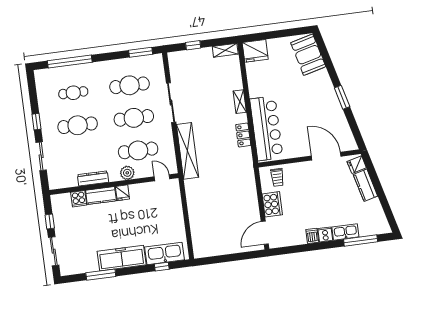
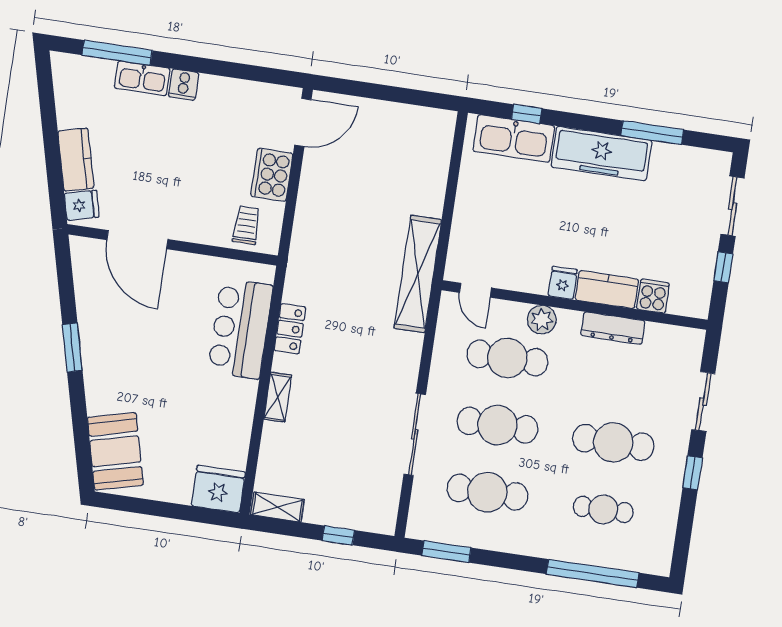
bar counter: (266, 128) -> (240, 329), width x0.73
shelving: (188, 151) -> (418, 274), moved
dishwasher: (312, 236) -> (210, 89), removed

